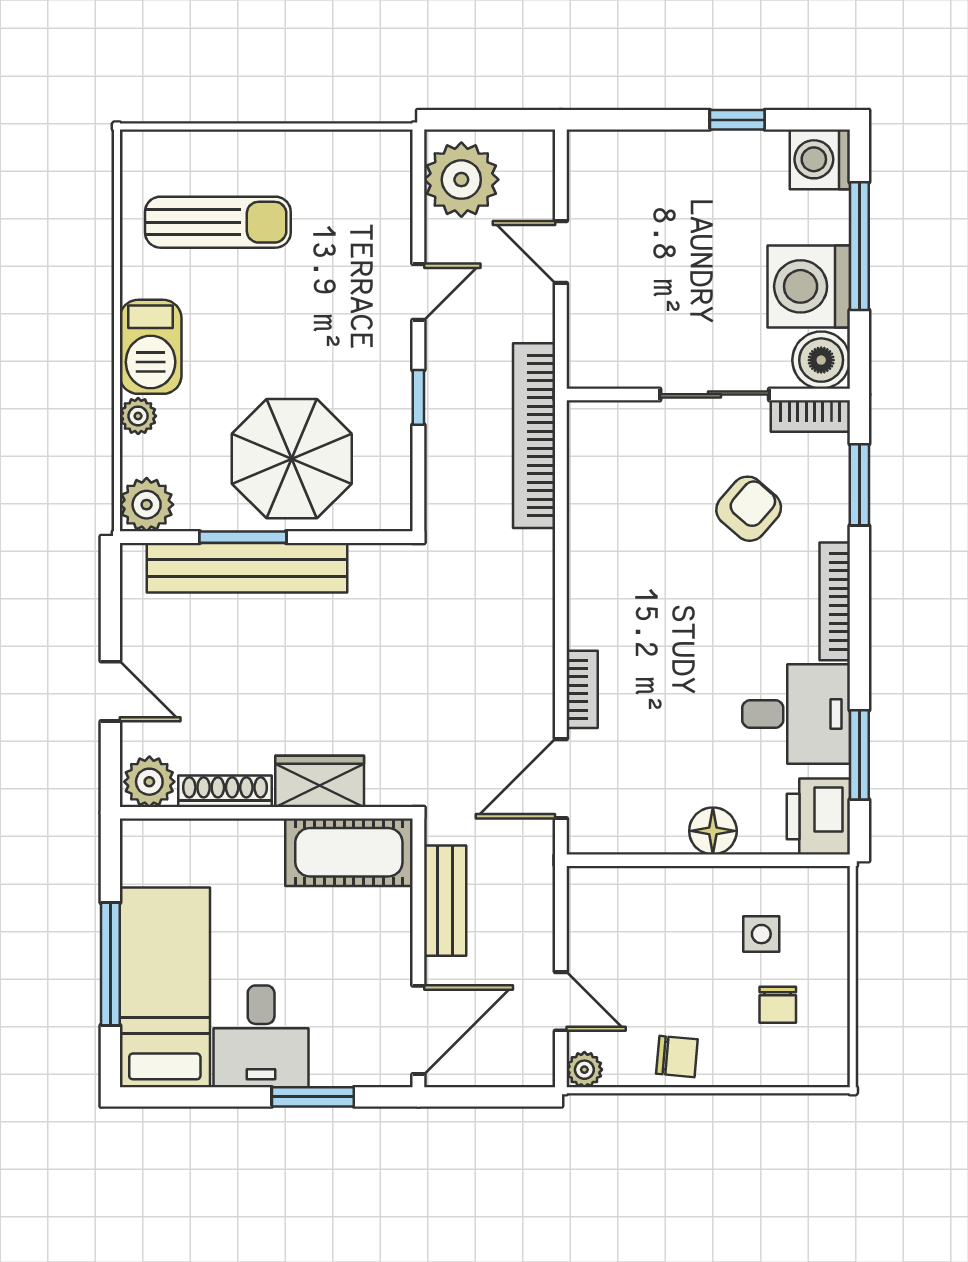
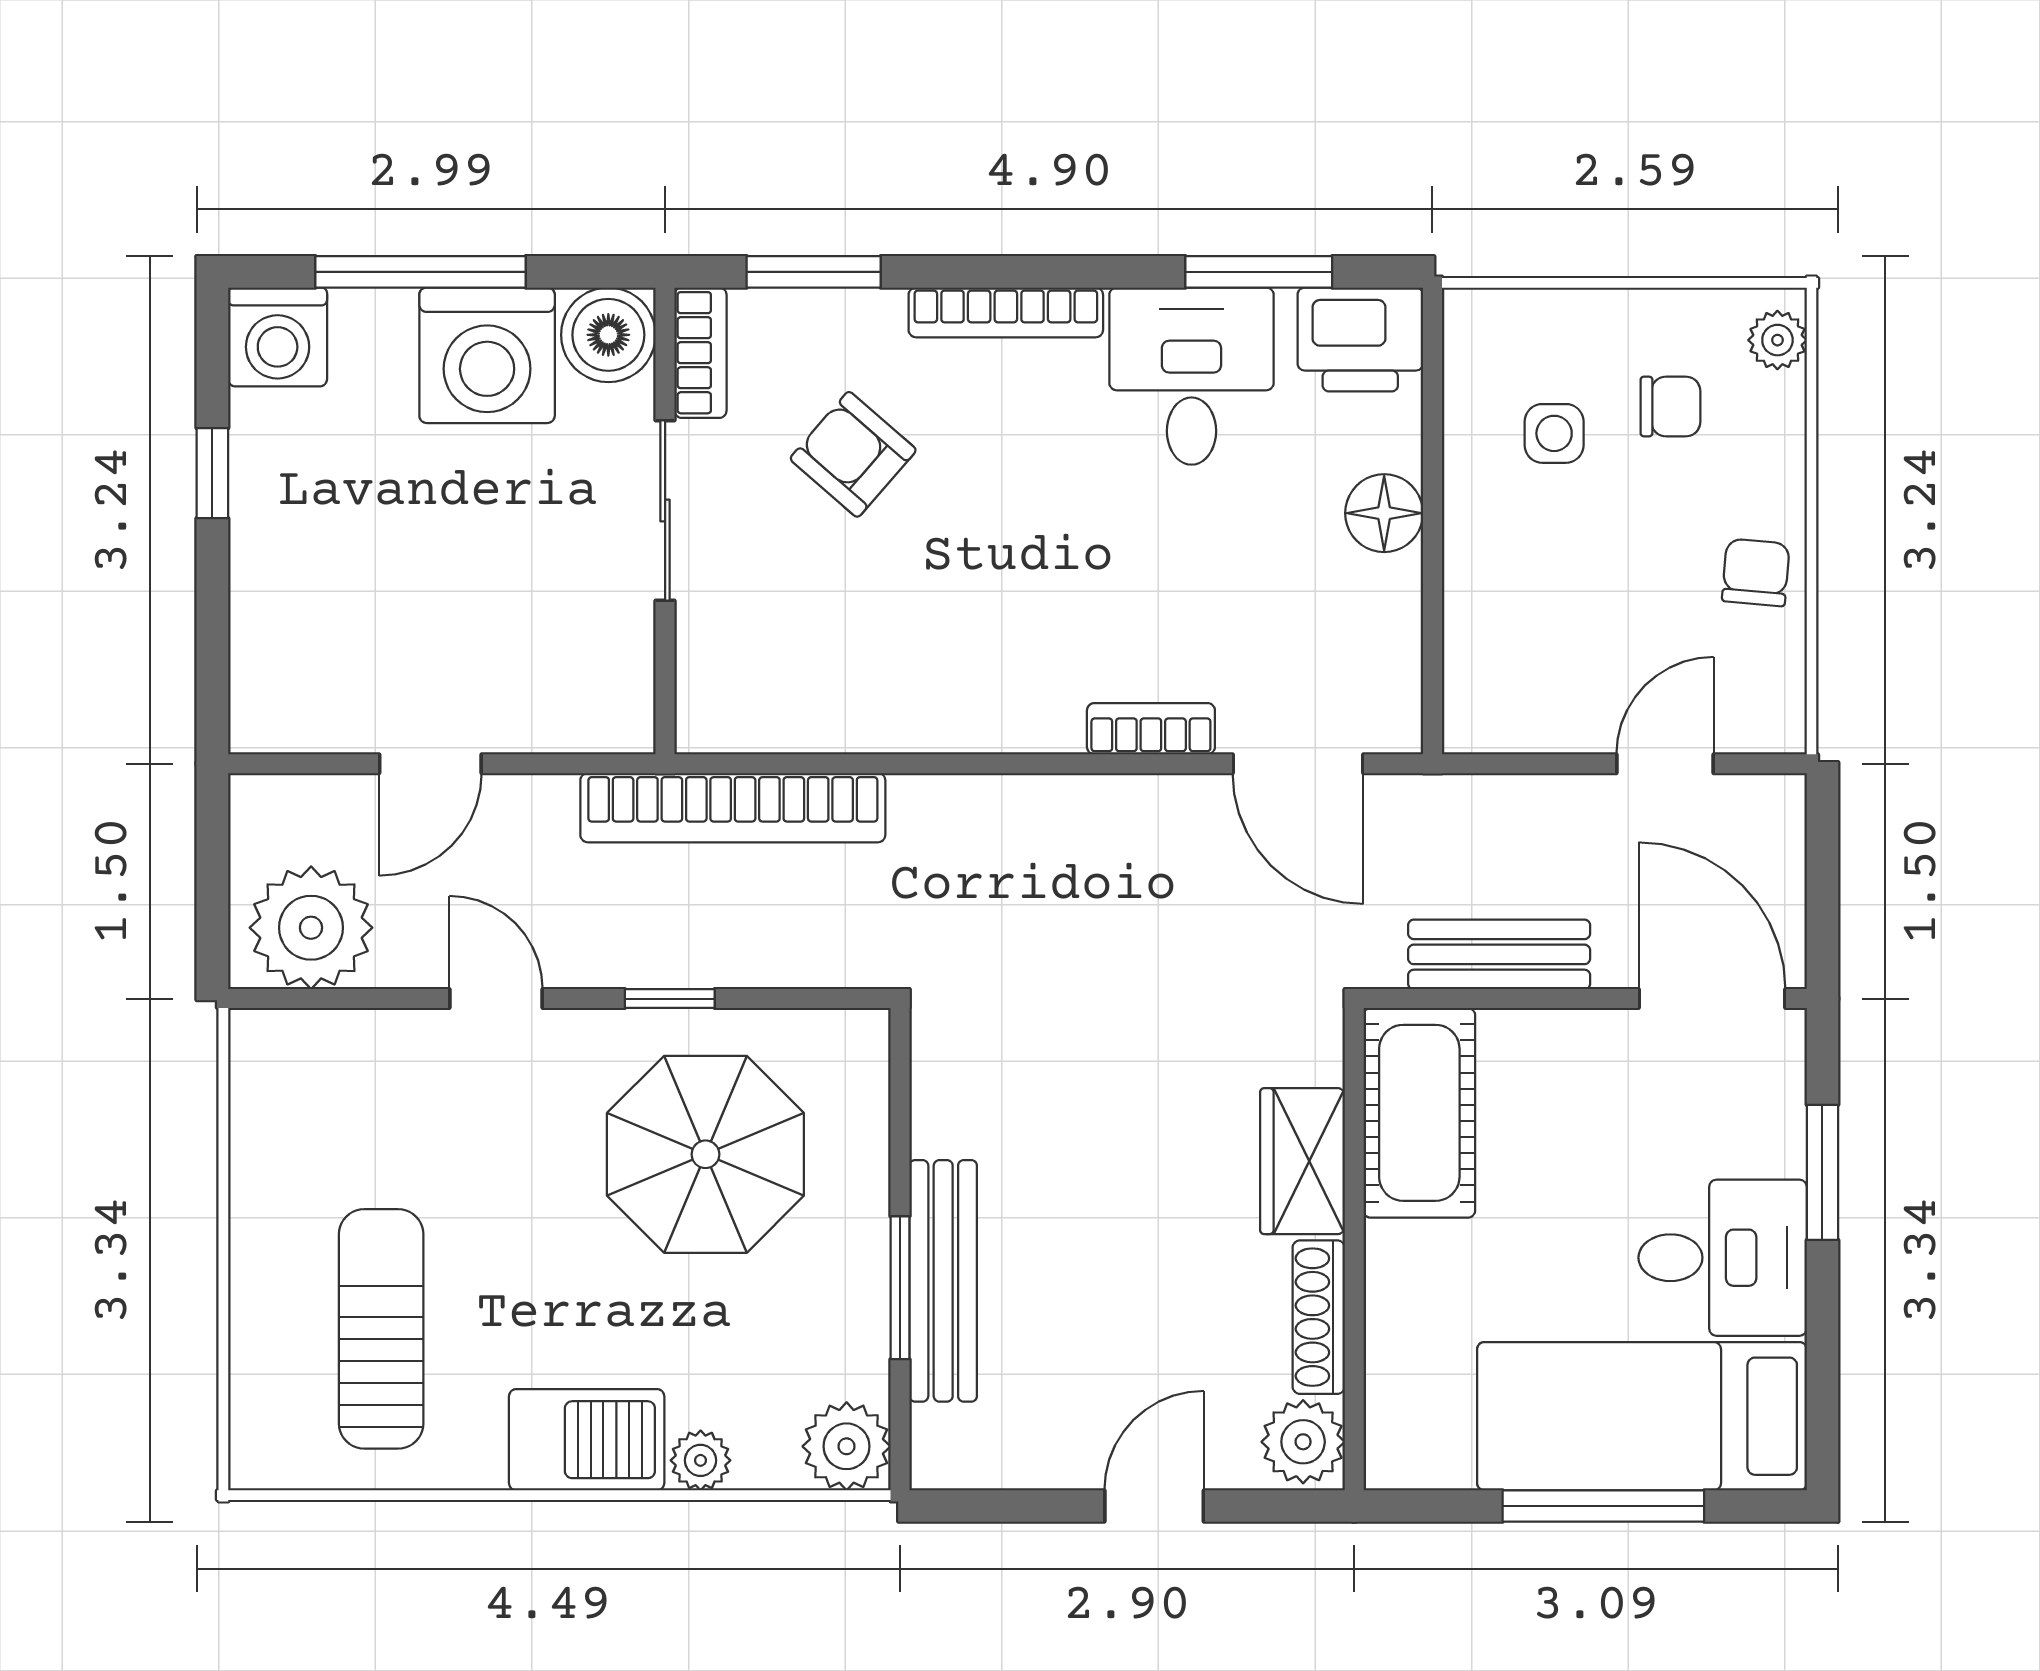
parasol: (292, 459) -> (705, 1154), moved
bench: (247, 568) -> (943, 1281), width x0.73, depth x0.82
plant: (584, 1070) -> (1777, 340), moved

